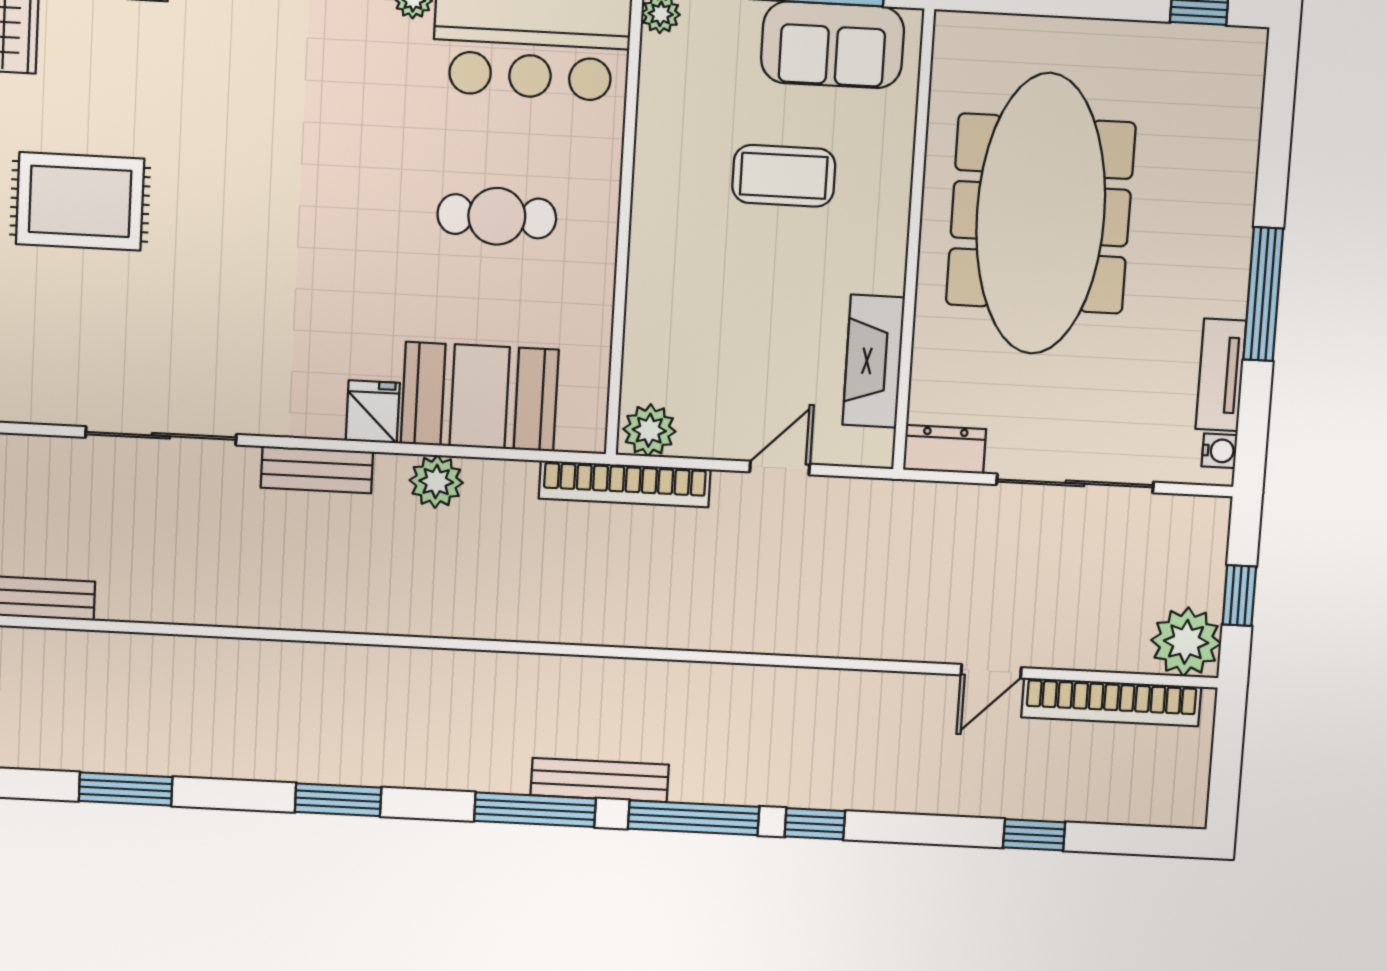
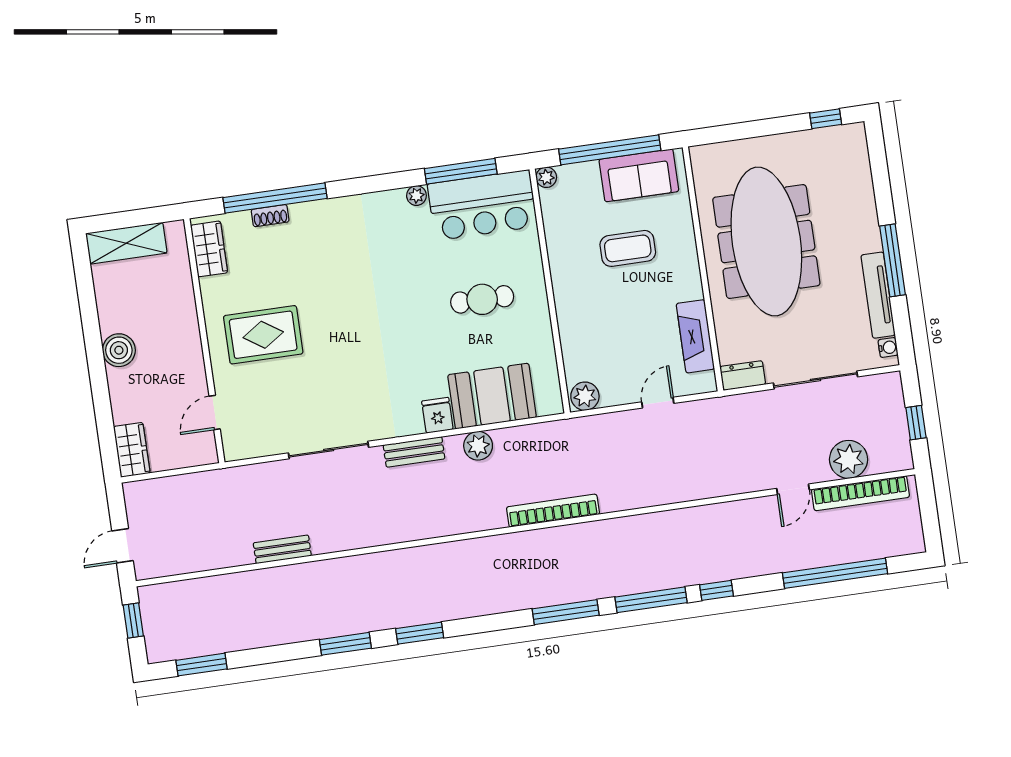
tv unit: (1221, 375) -> (878, 295), width x1.41
bookcase: (625, 484) -> (553, 511), moved, turned 180
plant: (1186, 642) -> (849, 459), moved
bench: (600, 780) -> (597, 589), removed
window: (338, 800) -> (420, 633), moved
window: (1034, 835) -> (835, 573), width x3.17

